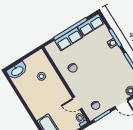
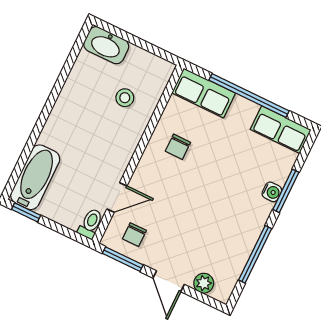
row of seats: (69, 39) -> (204, 93), moved
door: (77, 103) -> (117, 198), swing flipped

